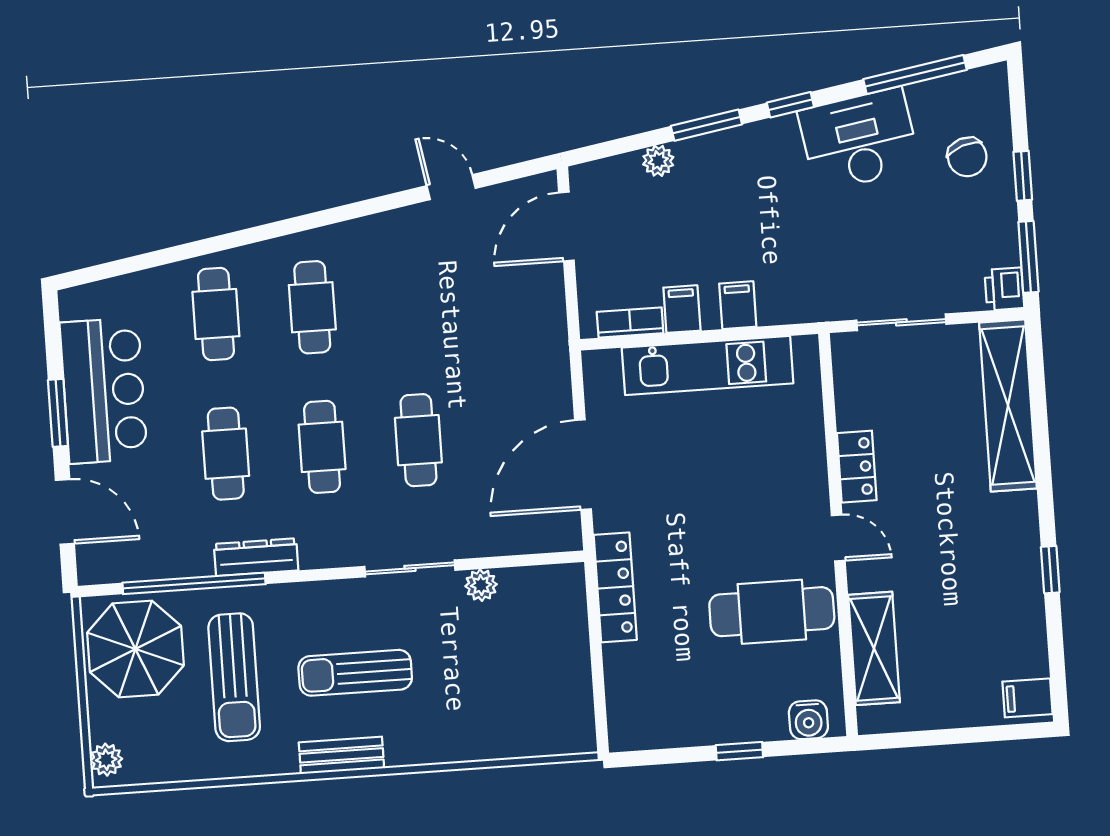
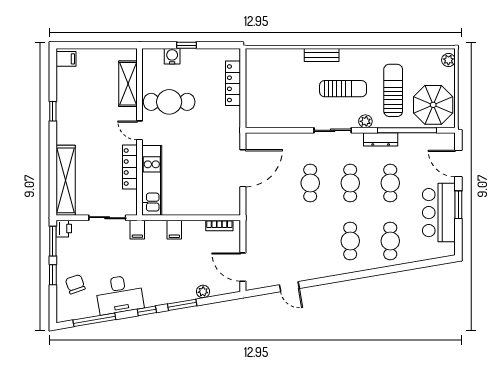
door: (566, 226) -> (243, 267), swing flipped
filing cabinet: (682, 309) -> (137, 230), moved
kitchen unit: (708, 366) -> (152, 180), moved, turned 90
locker: (857, 467) -> (130, 167), width x1.53
sliding door: (410, 568) -> (333, 130), moved
plant: (481, 585) -> (365, 121), moved
locker: (615, 587) -> (233, 83), moved
water cooler: (808, 720) -> (172, 56), moved
bench: (341, 755) -> (322, 55), moved

